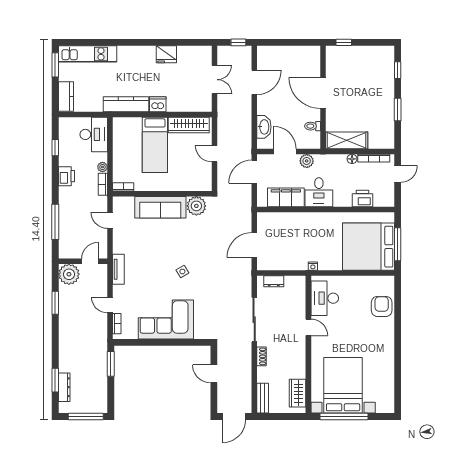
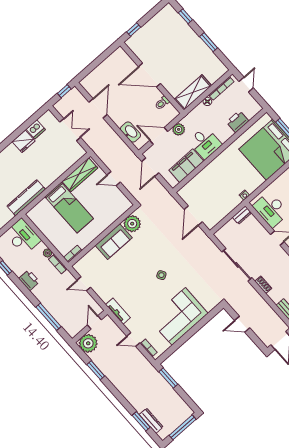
dishwasher: (158, 104) -> (36, 129), moved, turned 180
sofa: (160, 207) -> (114, 242), width x0.73
dresser: (274, 281) -> (242, 215), moved

